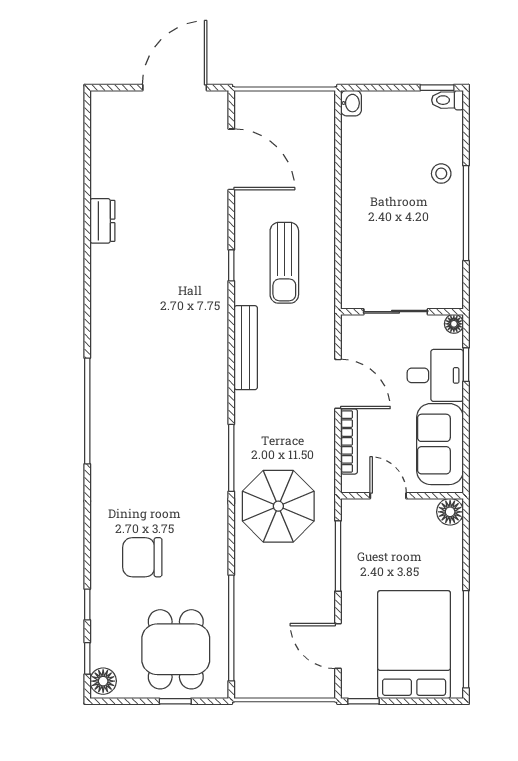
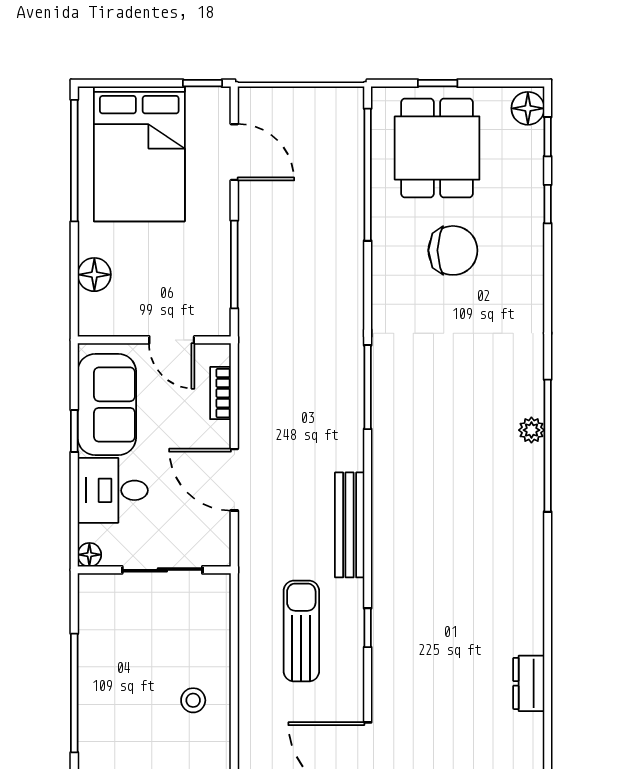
stool: (441, 174) -> (193, 700), moved
window: (466, 365) -> (74, 431), moved
plant: (100, 424) -> (531, 430), added
bookcase: (349, 441) -> (220, 393), width x0.64
parasol: (278, 506) -> (309, 327), removed
floor lamp: (450, 512) -> (94, 275), moved
chair: (142, 557) -> (453, 250), moved

